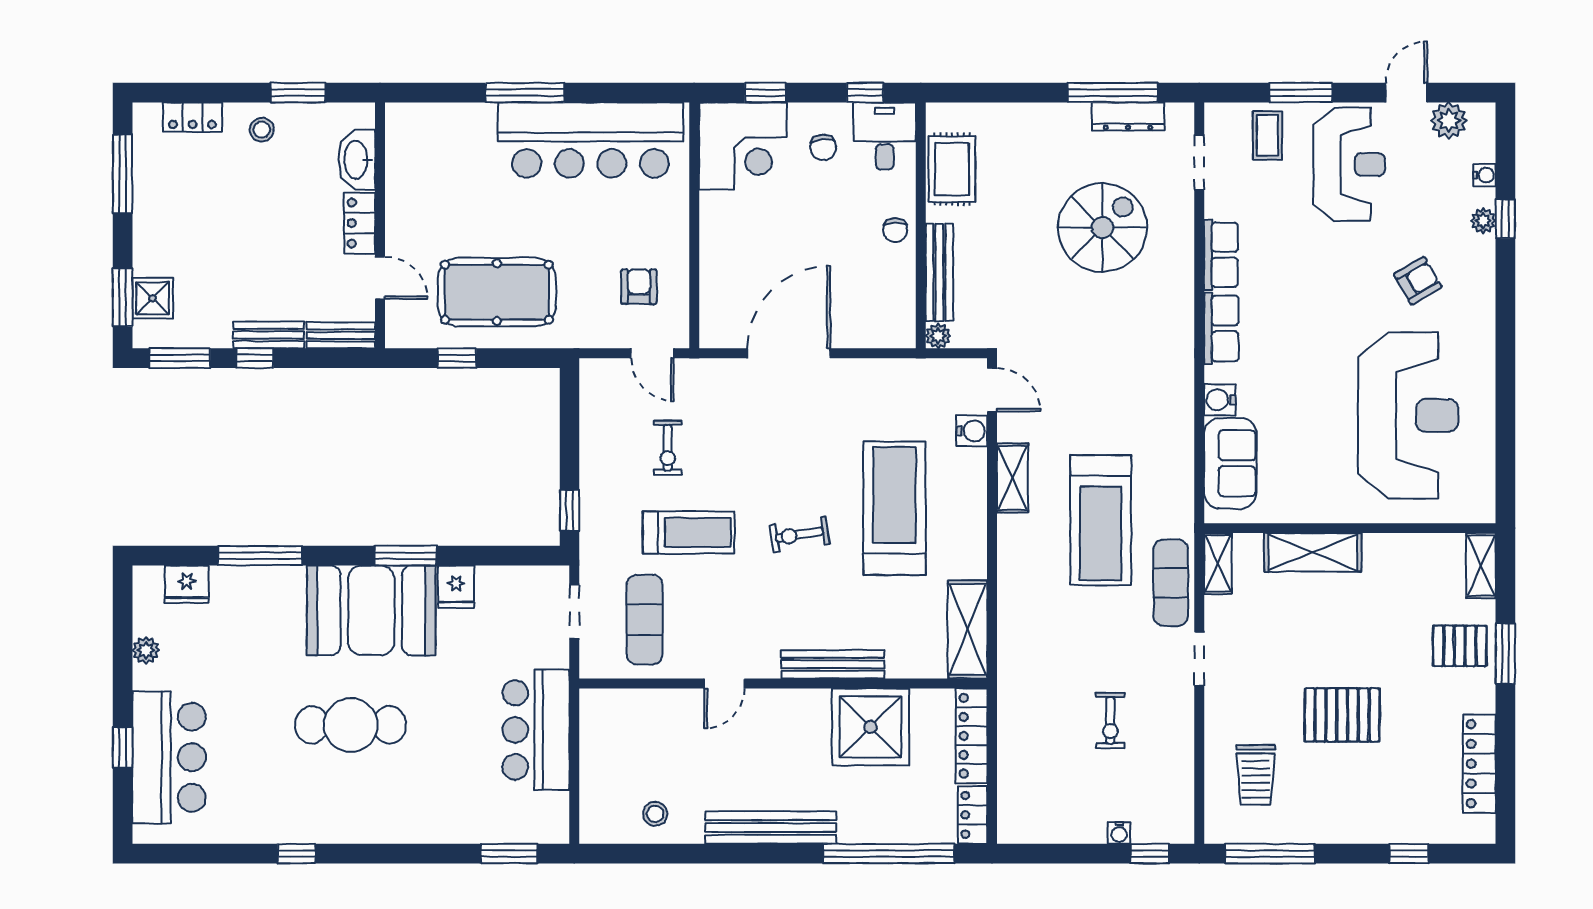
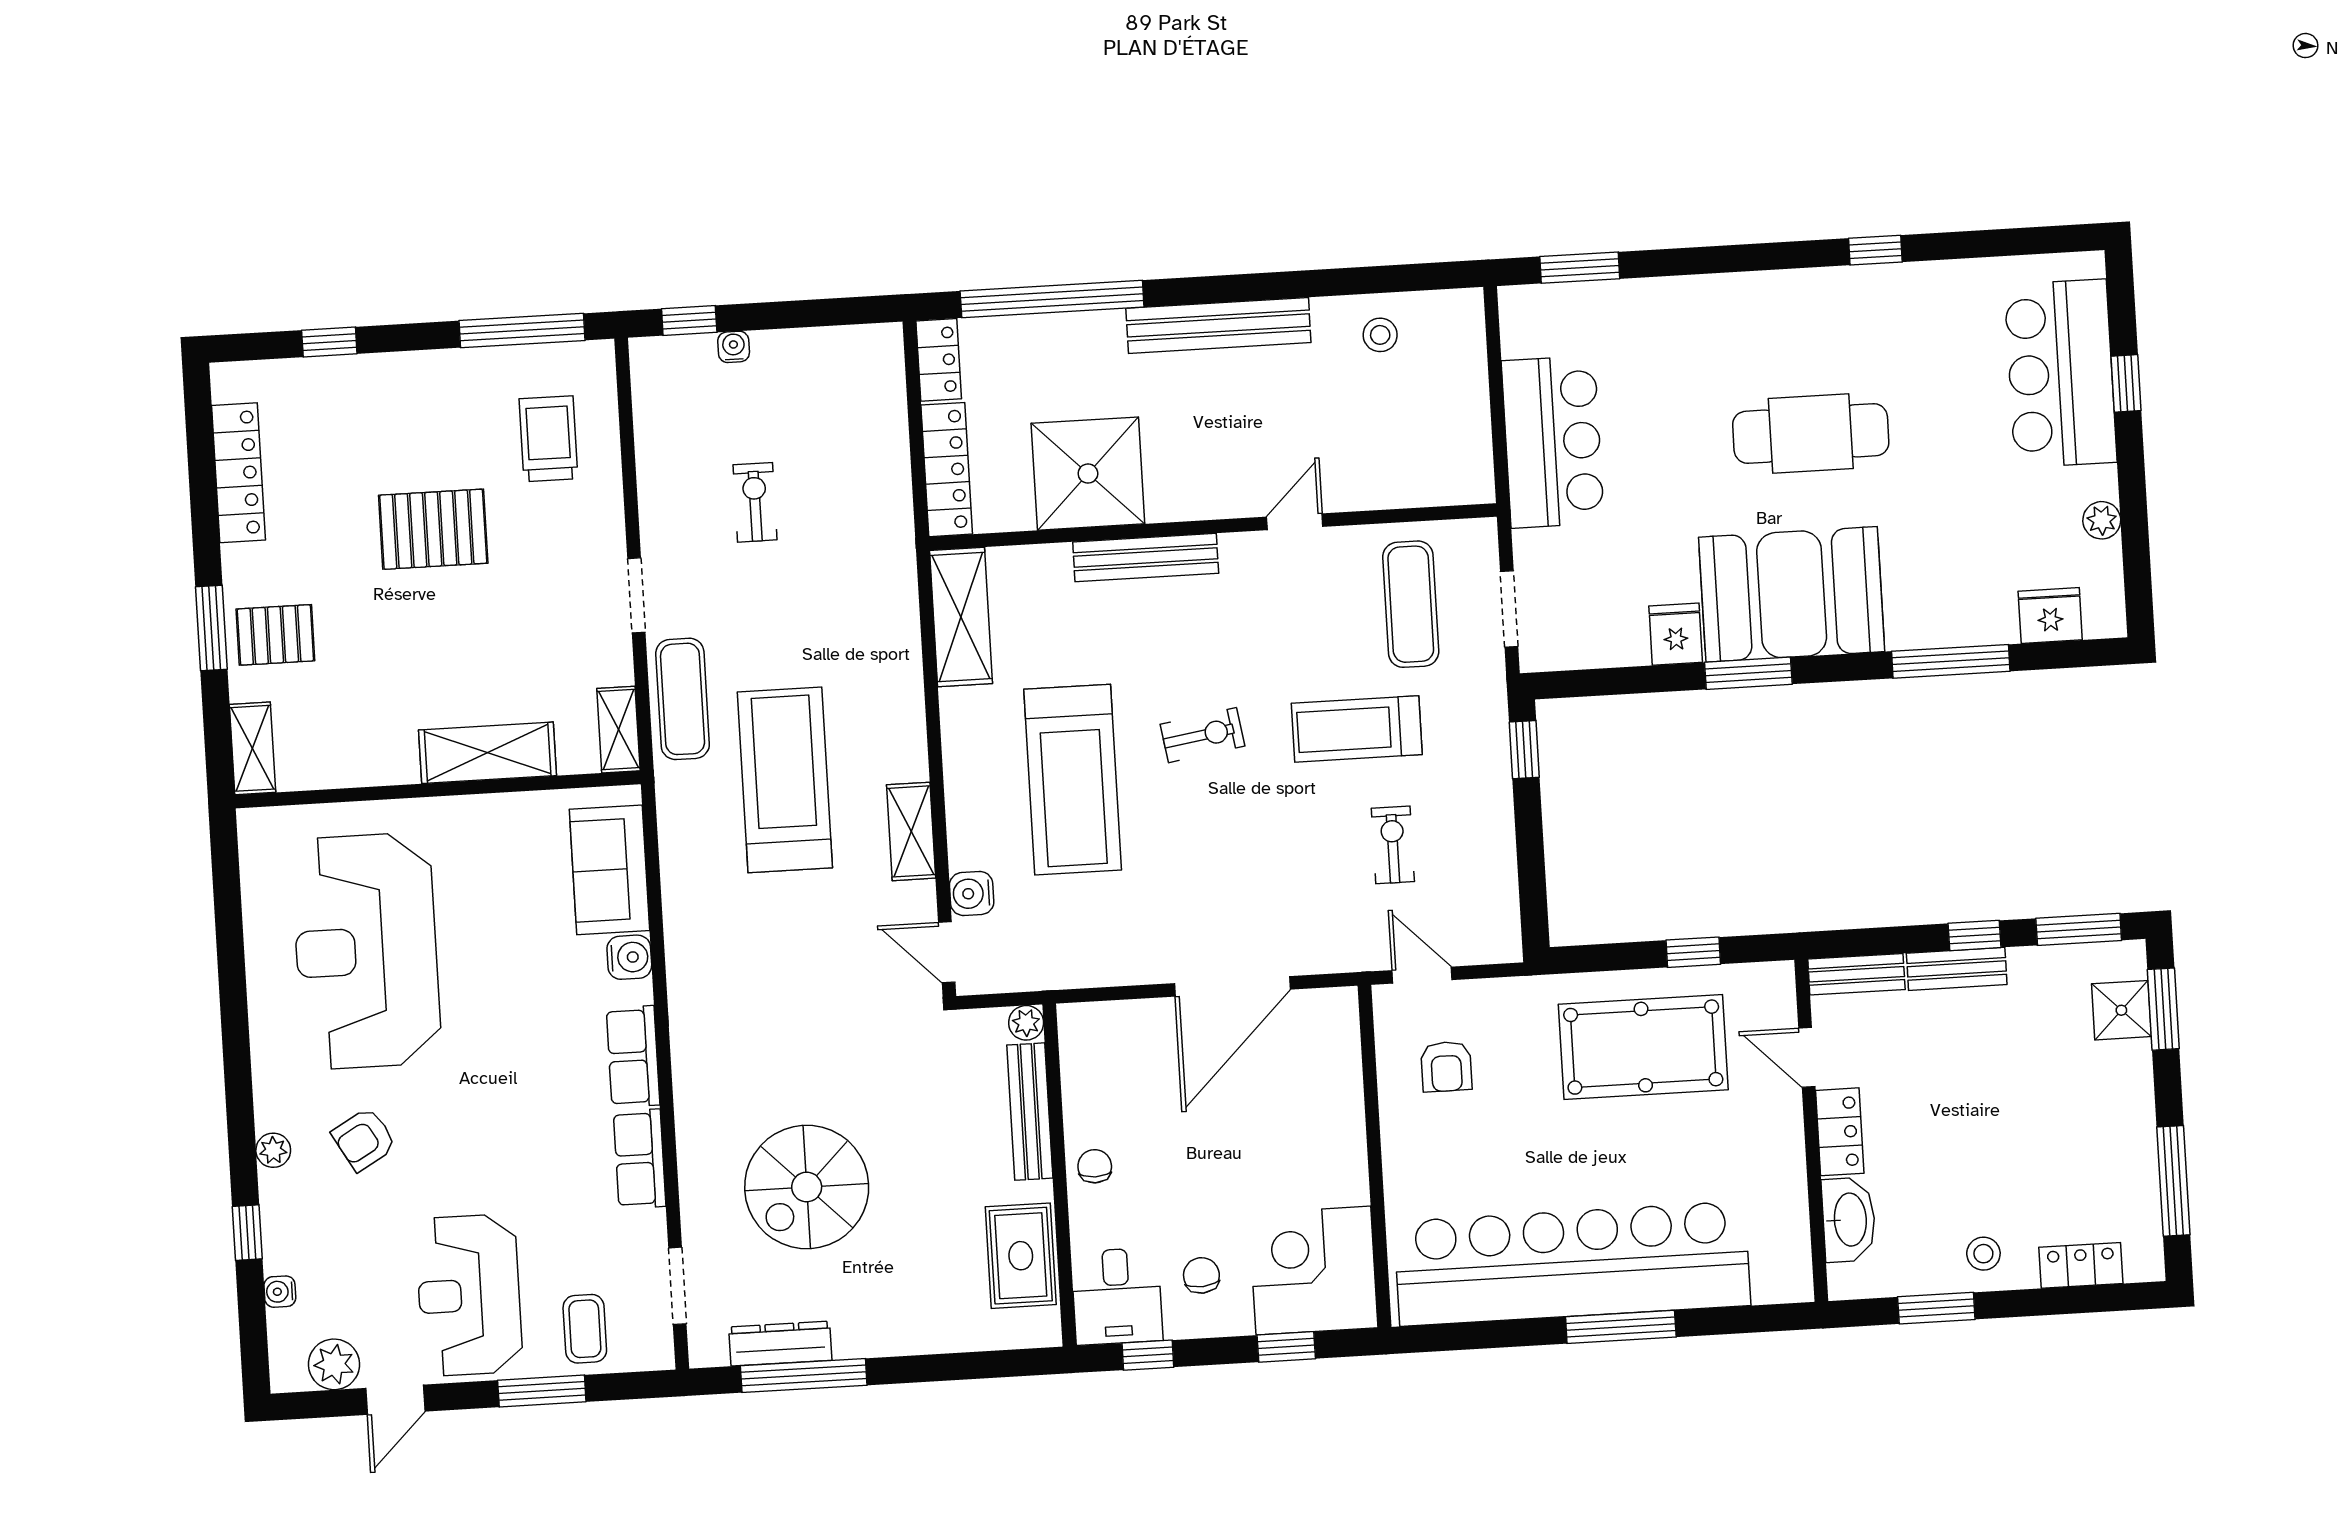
bar counter: (591, 140) -> (1572, 1264), width x1.36
plant: (1483, 221) -> (273, 1150), moved

